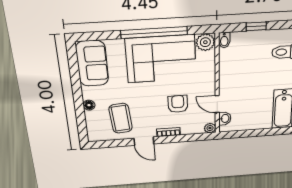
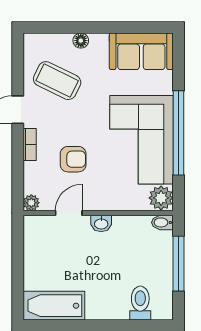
window: (256, 26) -> (179, 264), width x2.17
coffee table: (121, 118) -> (57, 81), turned 31
washbasin: (225, 118) -> (101, 223), moved

